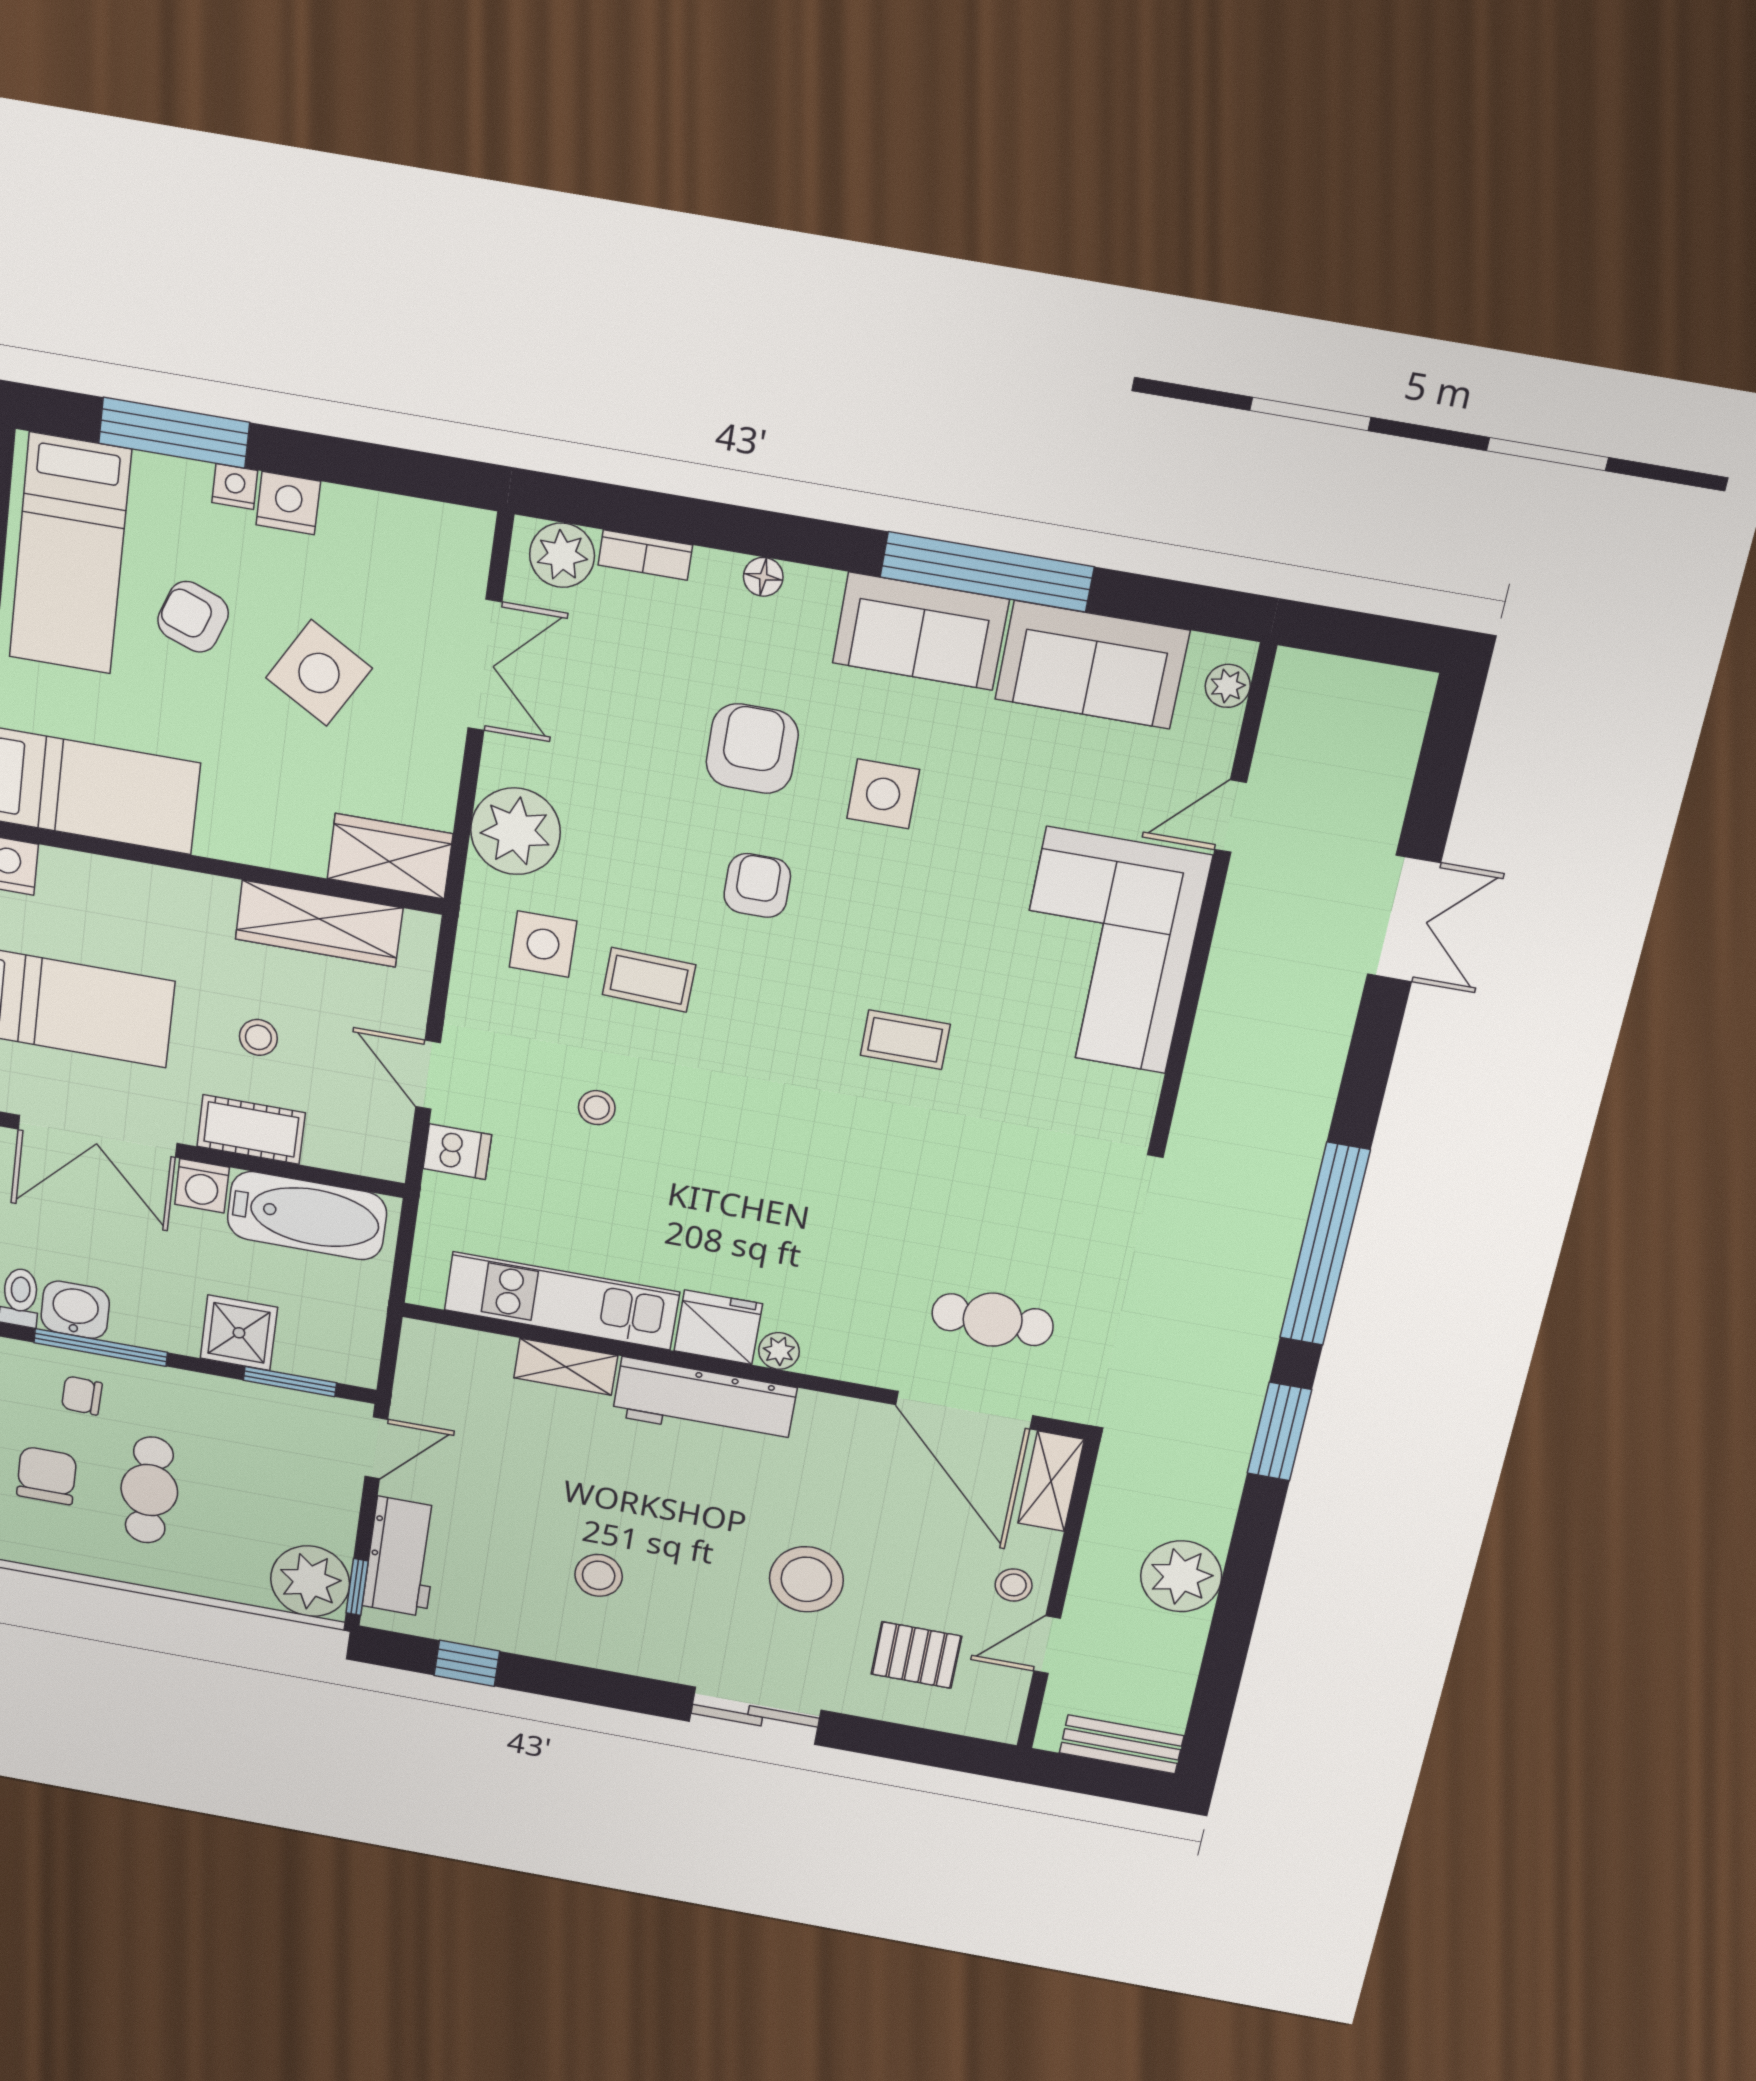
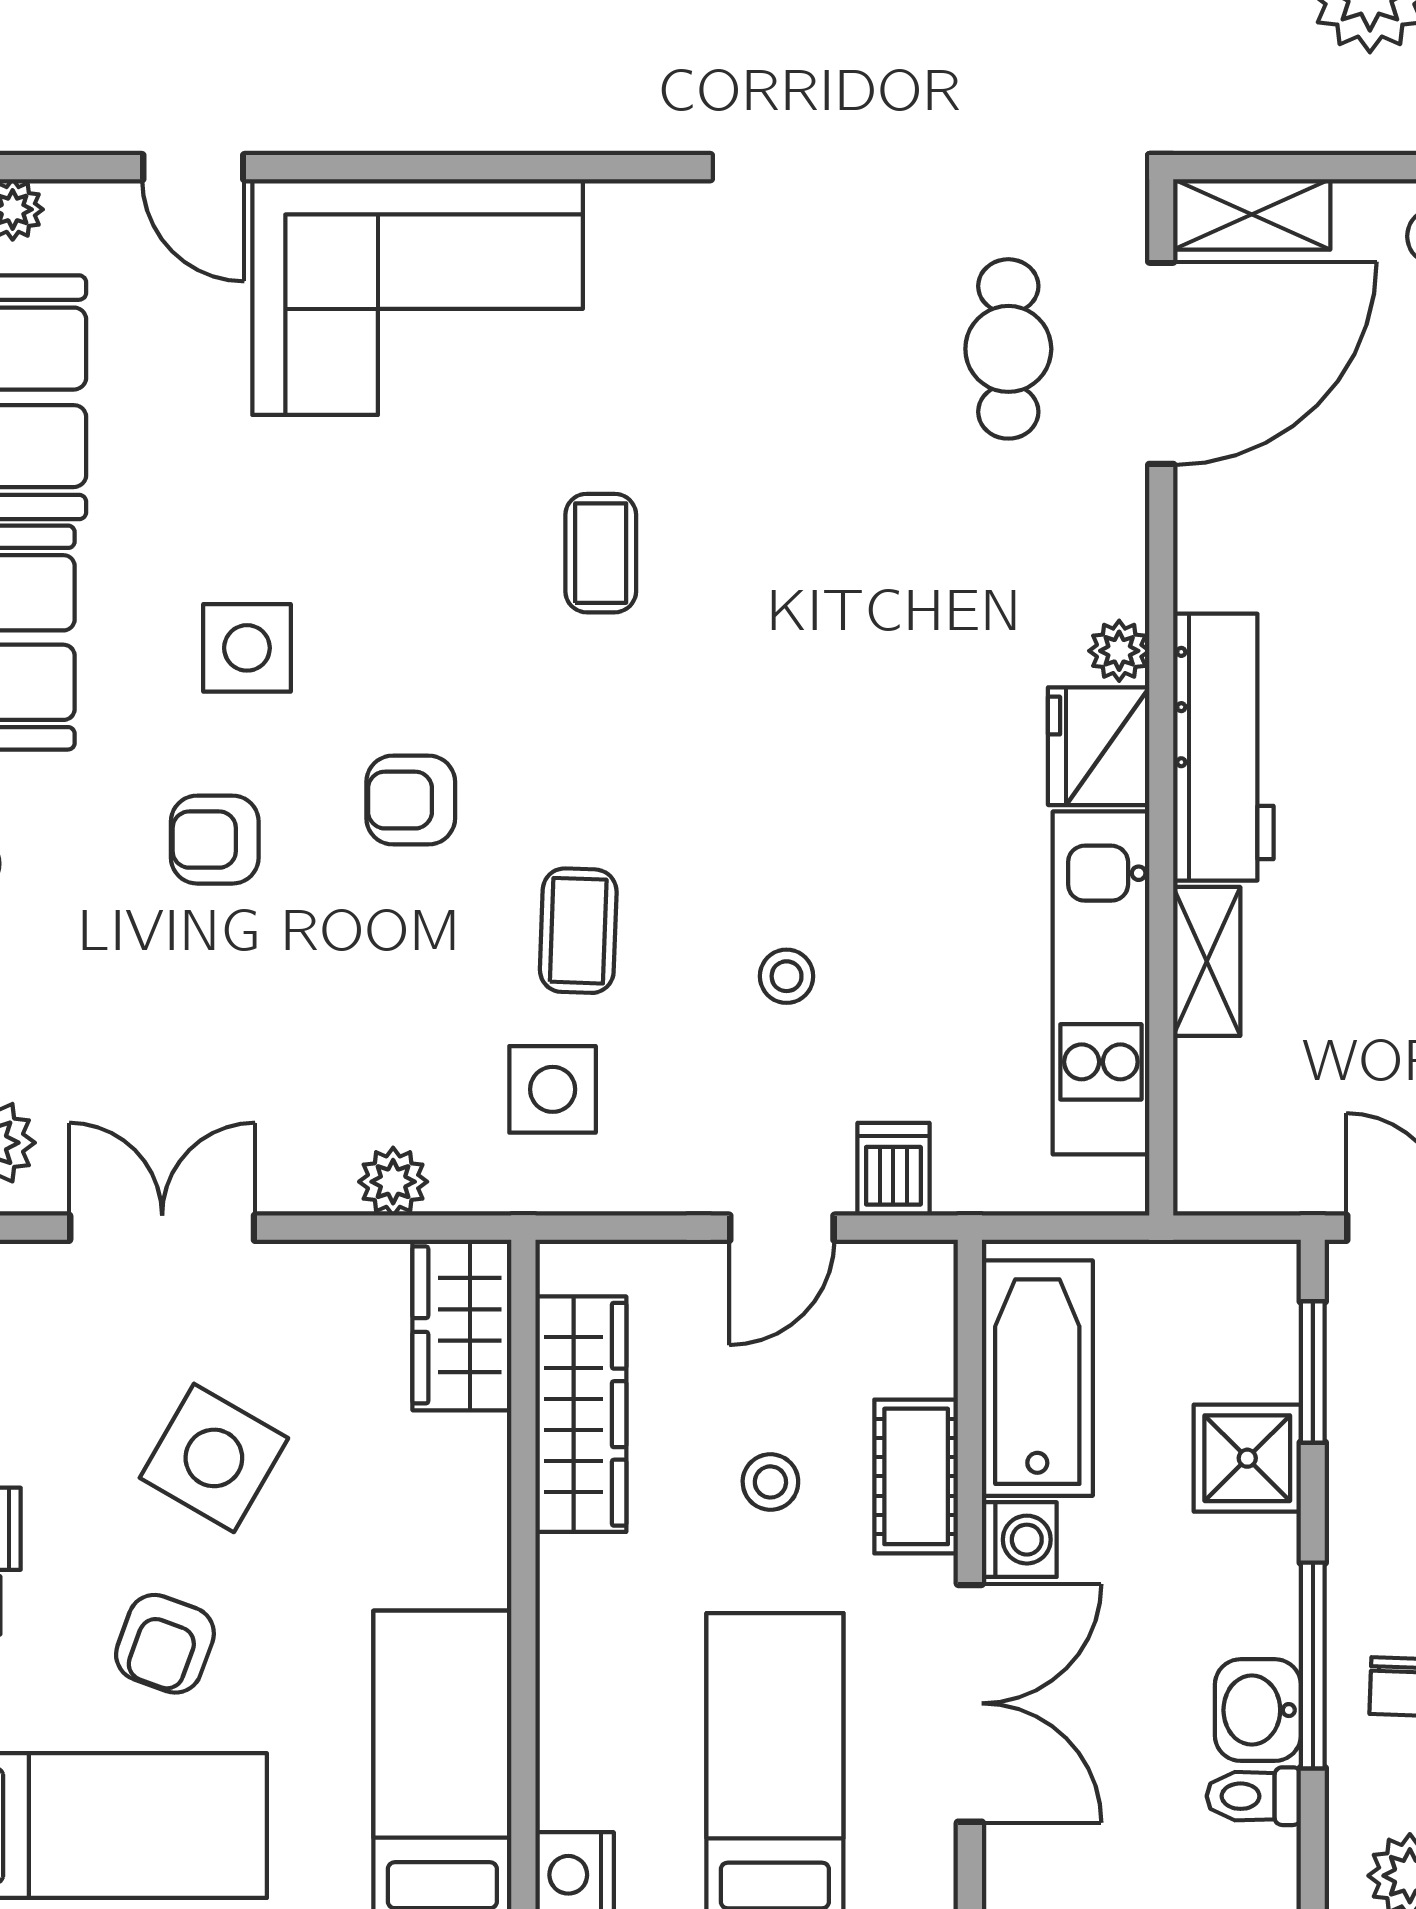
armchair: (752, 749) -> (215, 840), width x0.72, depth x0.72
plant: (516, 831) -> (393, 1182), width x0.53, depth x0.53

